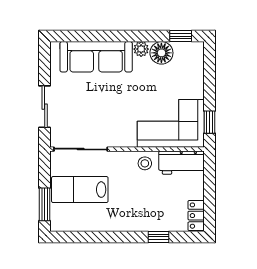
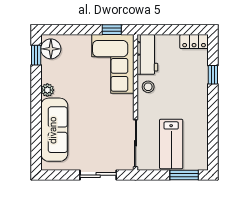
floor lamp: (161, 53) -> (51, 49), moved

